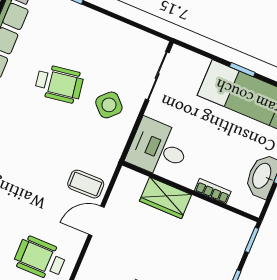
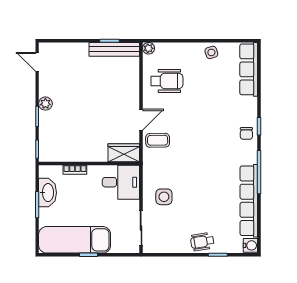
wheelchair: (59, 84) -> (202, 242), moved, width x0.73, depth x0.73
side table: (109, 105) -> (164, 197), turned 45
wardrobe: (166, 198) -> (124, 153), moved

